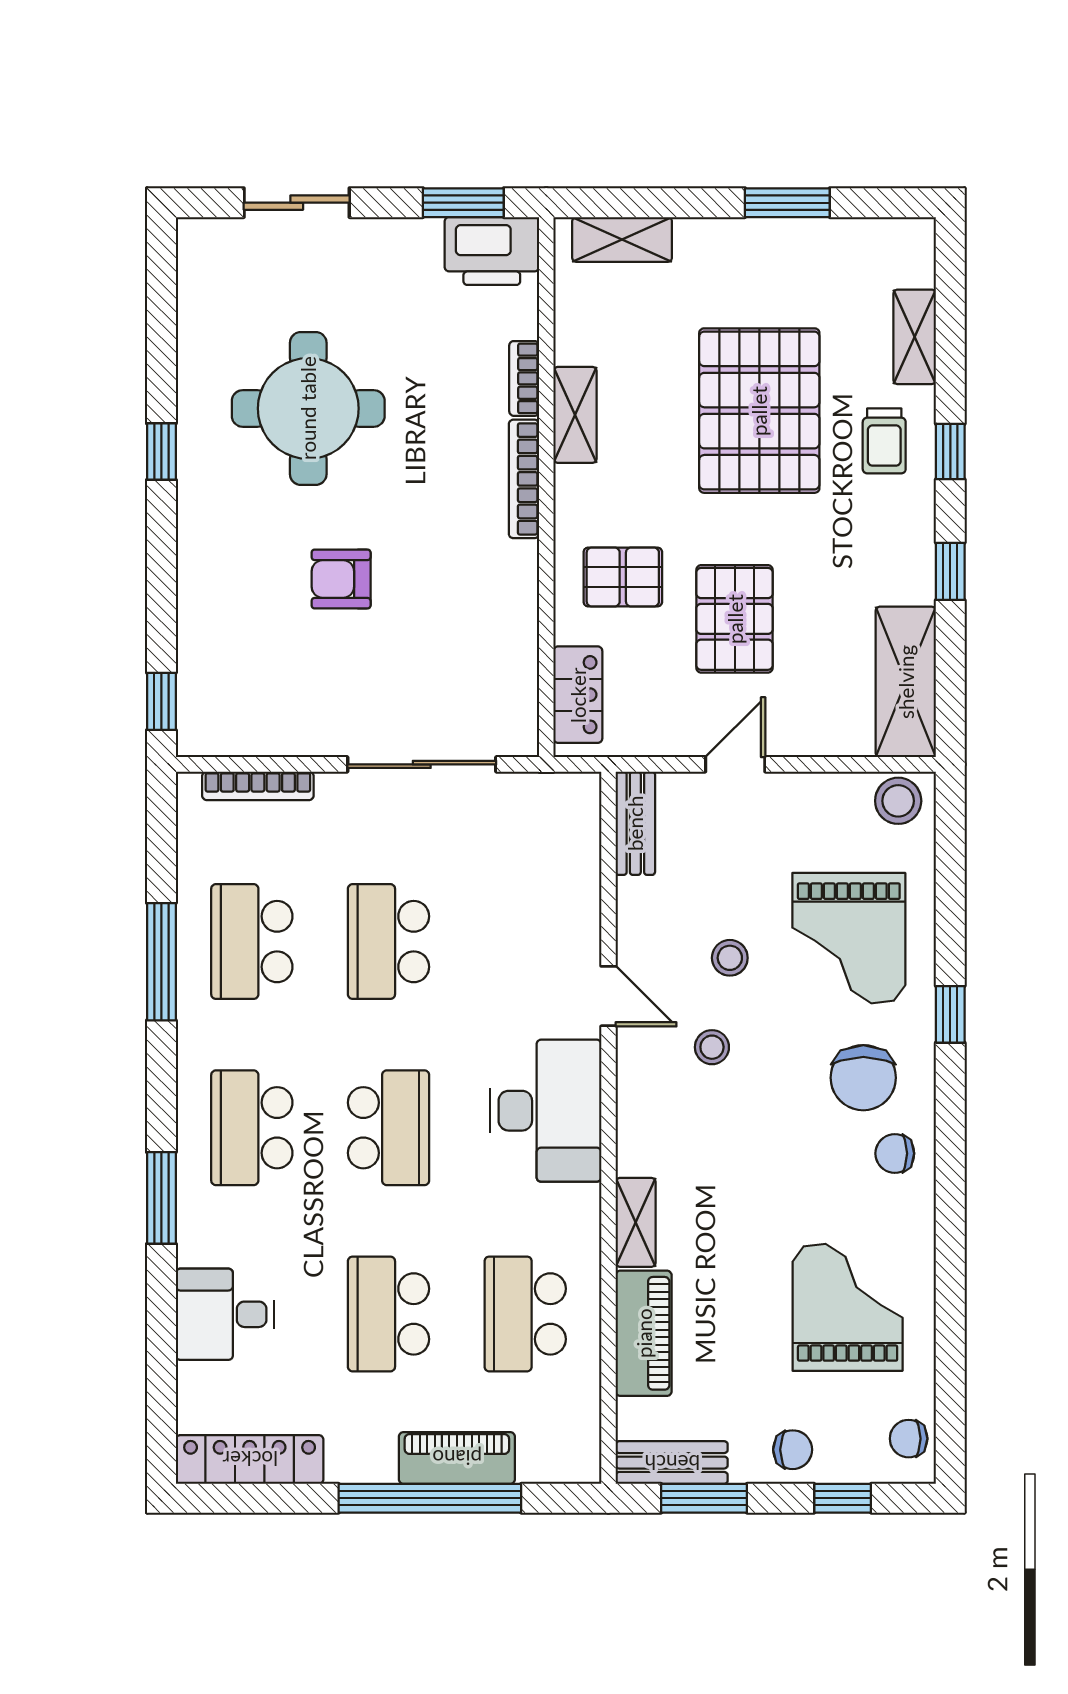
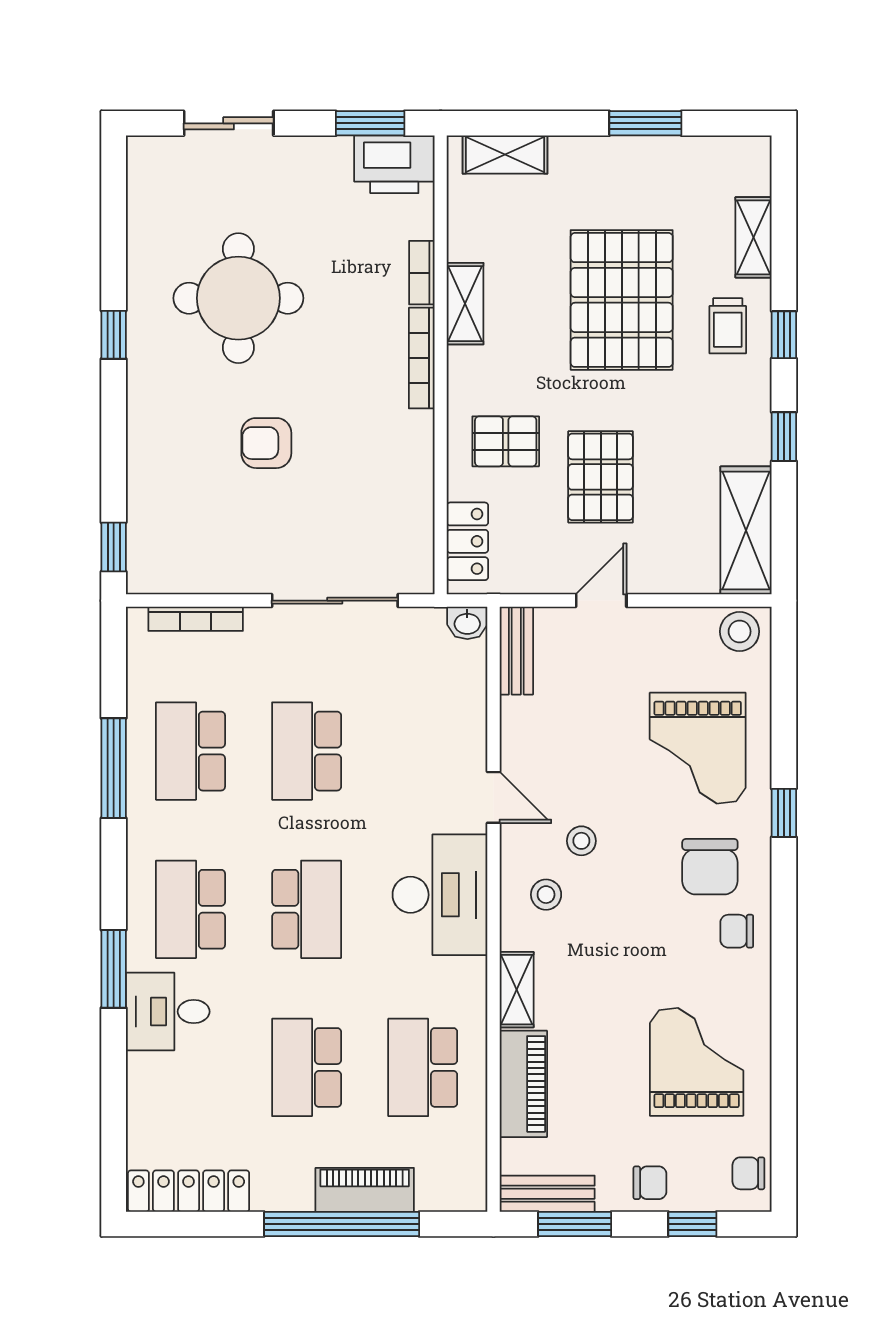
washbasin: (578, 791) -> (467, 623), added
stool: (730, 958) -> (546, 895), moved
desk: (225, 1314) -> (168, 1012), moved

